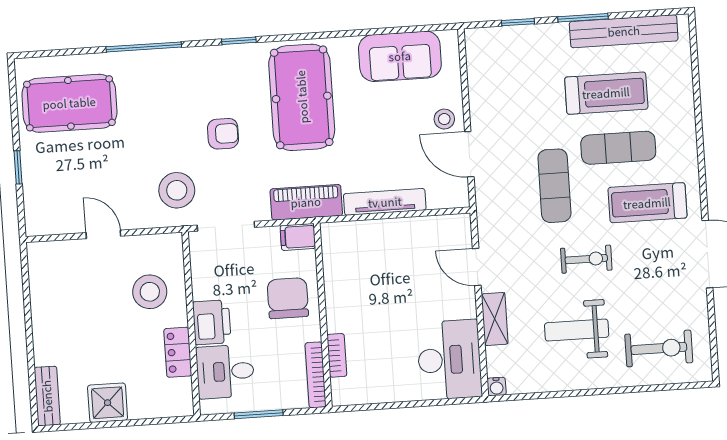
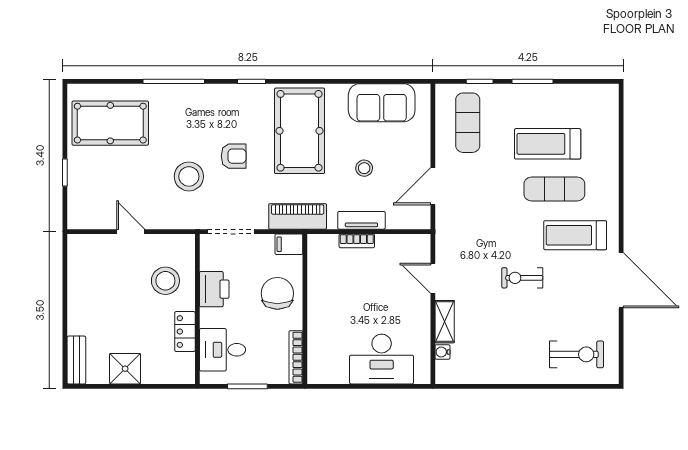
bench: (624, 31) -> (565, 94), removed
treadmill: (606, 93) -> (548, 144), turned 180
stool: (444, 119) -> (364, 168), moved
door: (469, 154) -> (433, 186), hinge flipped
exercise mat: (554, 186) -> (468, 123), moved
stool: (177, 190) -> (189, 176), moved
tv unit: (385, 202) -> (361, 220), width x0.71
exercise bike: (586, 259) -> (522, 278), turned 180
printer: (212, 322) -> (214, 289), moved
weight bench: (577, 330) -> (511, 335), removed
bookcase: (337, 355) -> (357, 241), moved, turned 90
desk: (449, 360) -> (382, 359), moved, turned 90
water cooler: (497, 387) -> (442, 352), moved, turned 90

